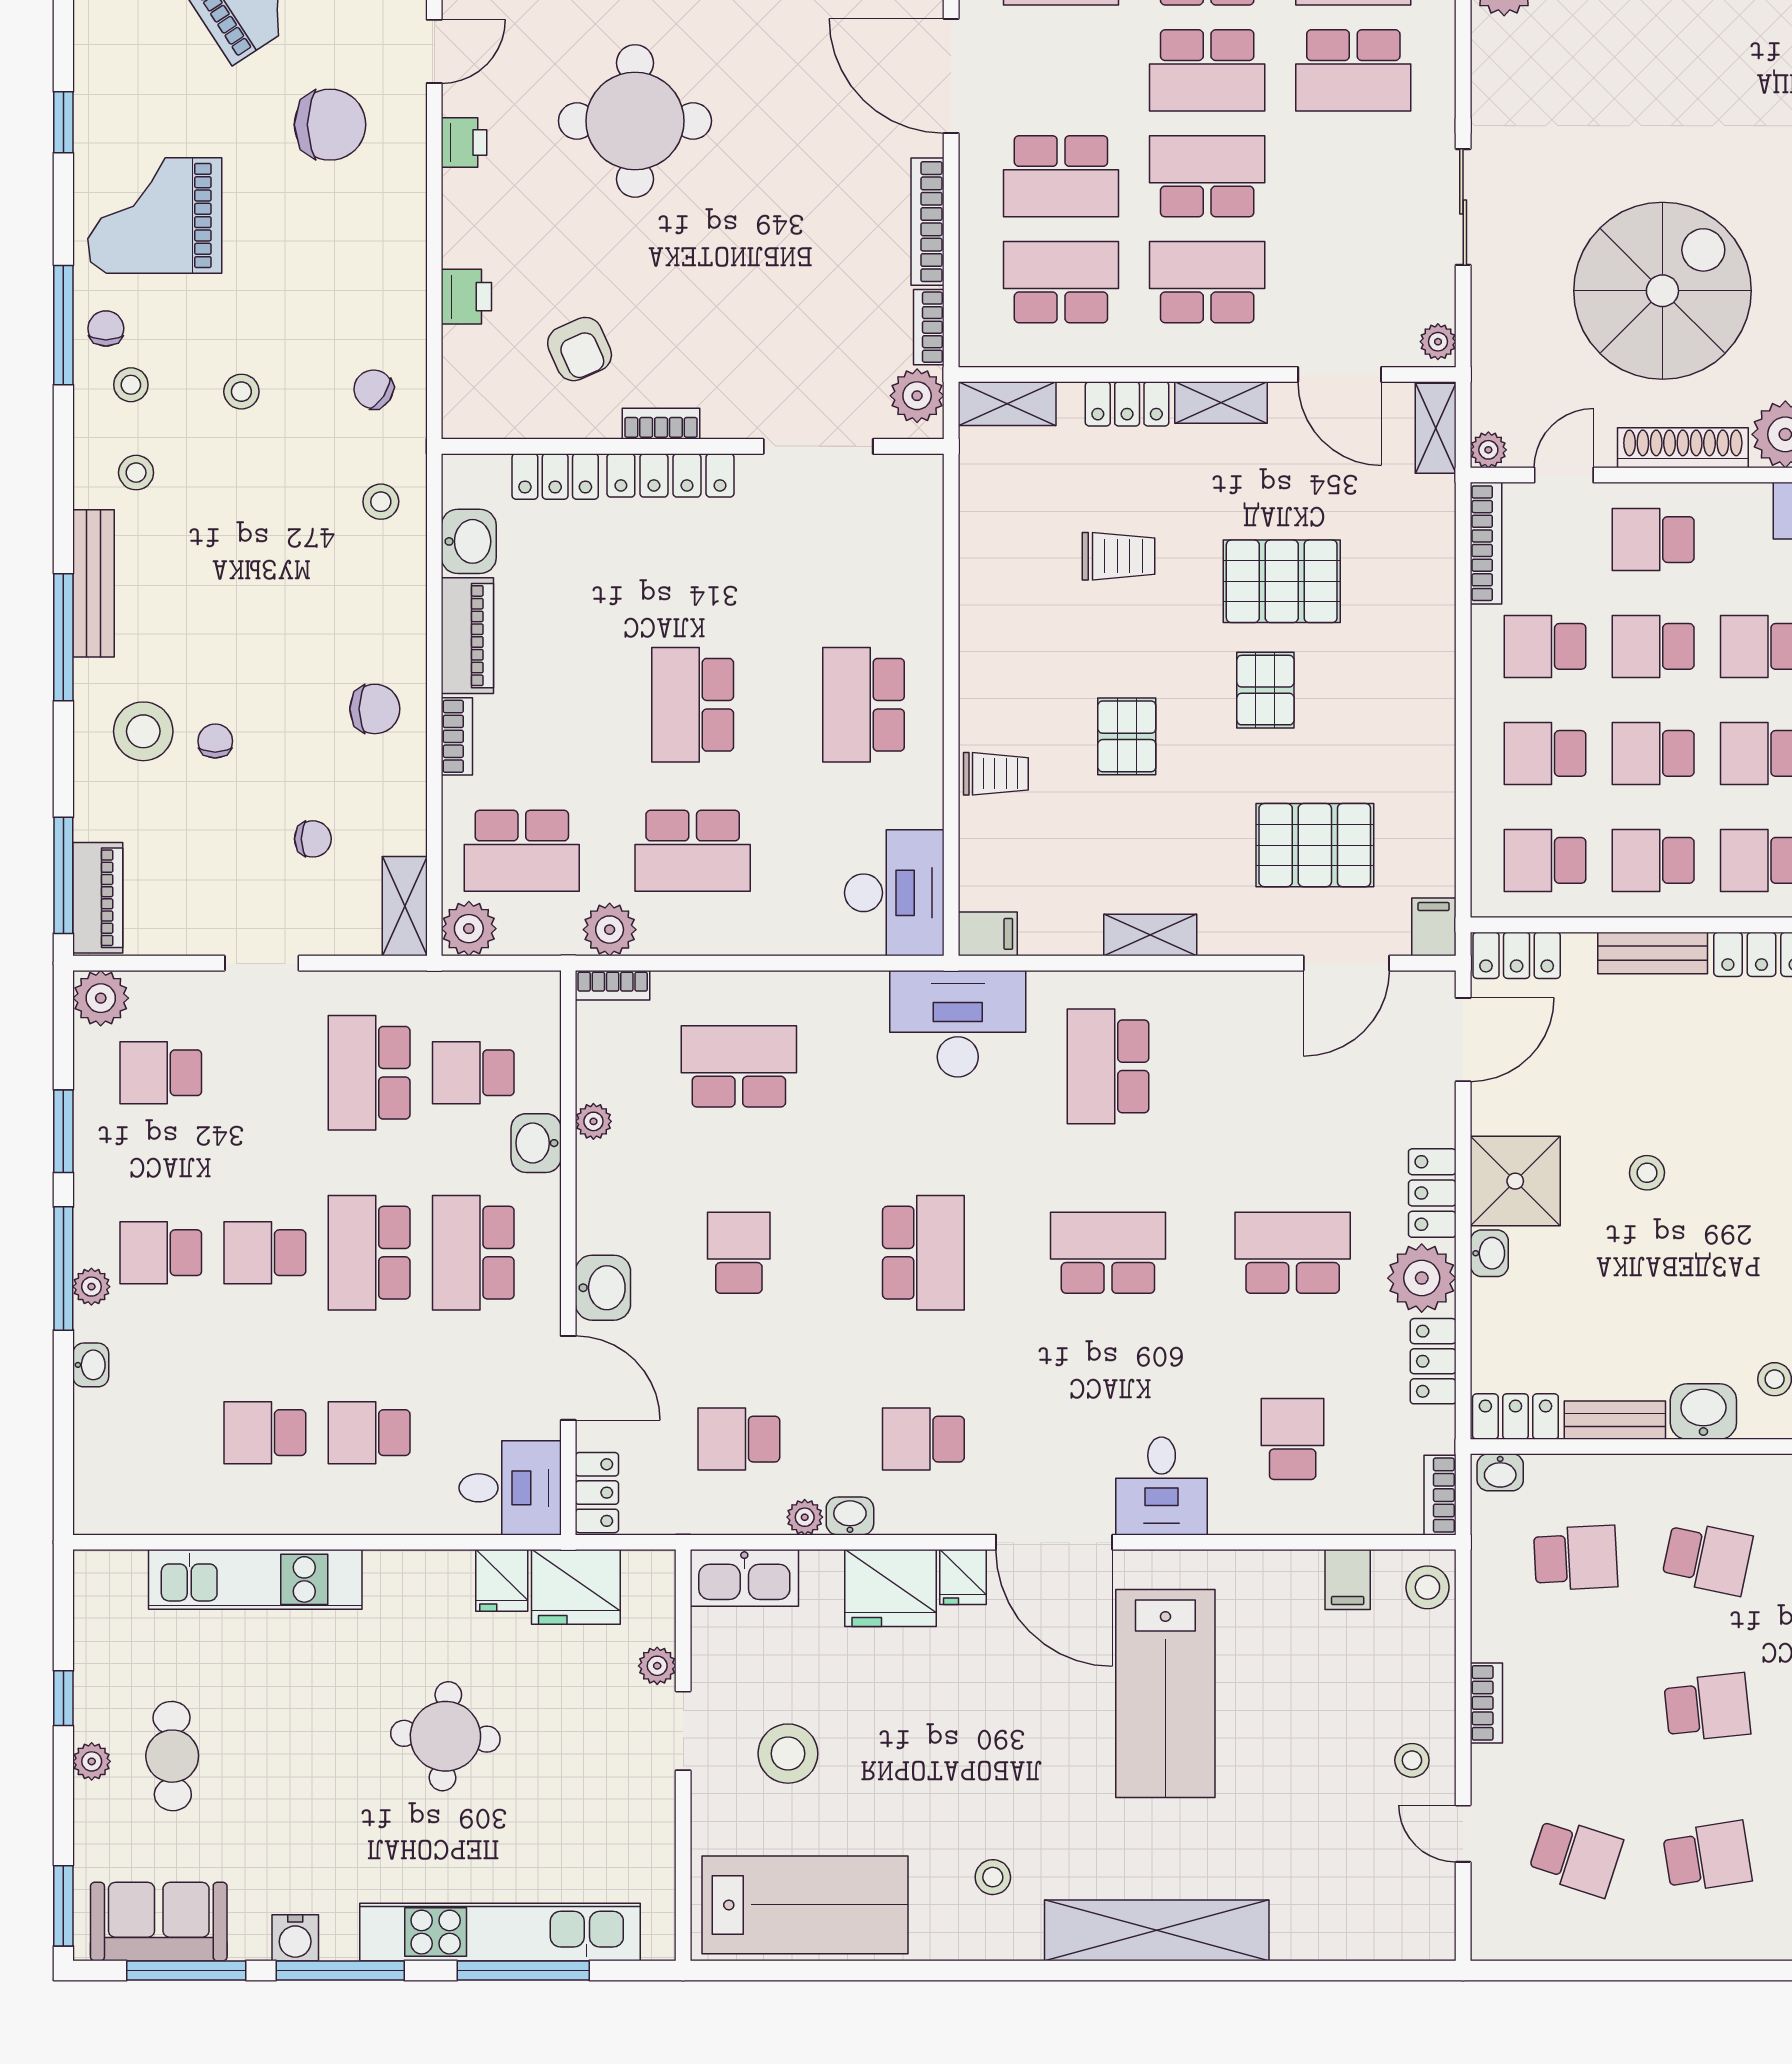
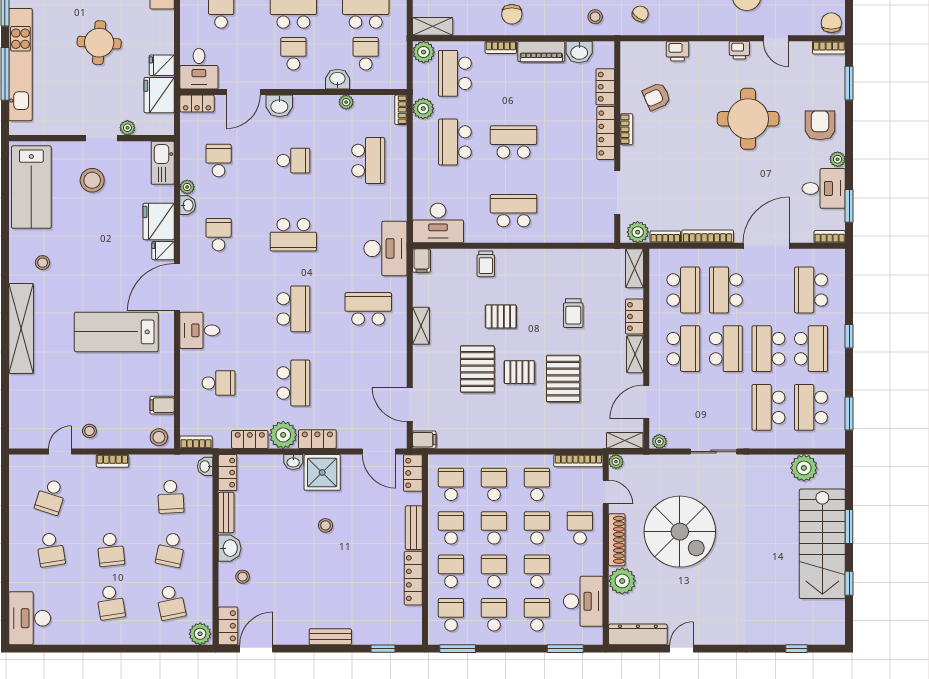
pallet: (1315, 845) -> (477, 369), moved
school desk: (473, 1253) -> (293, 54), width x0.54

